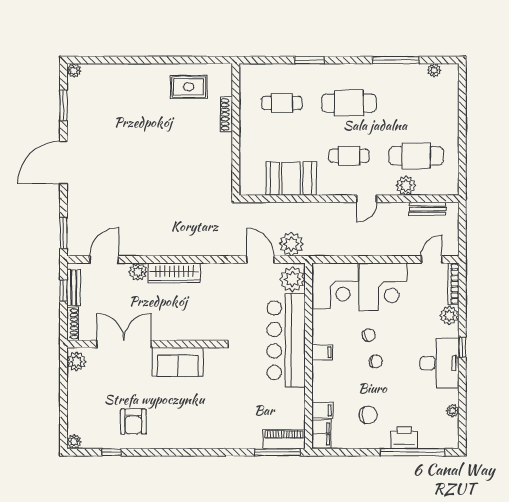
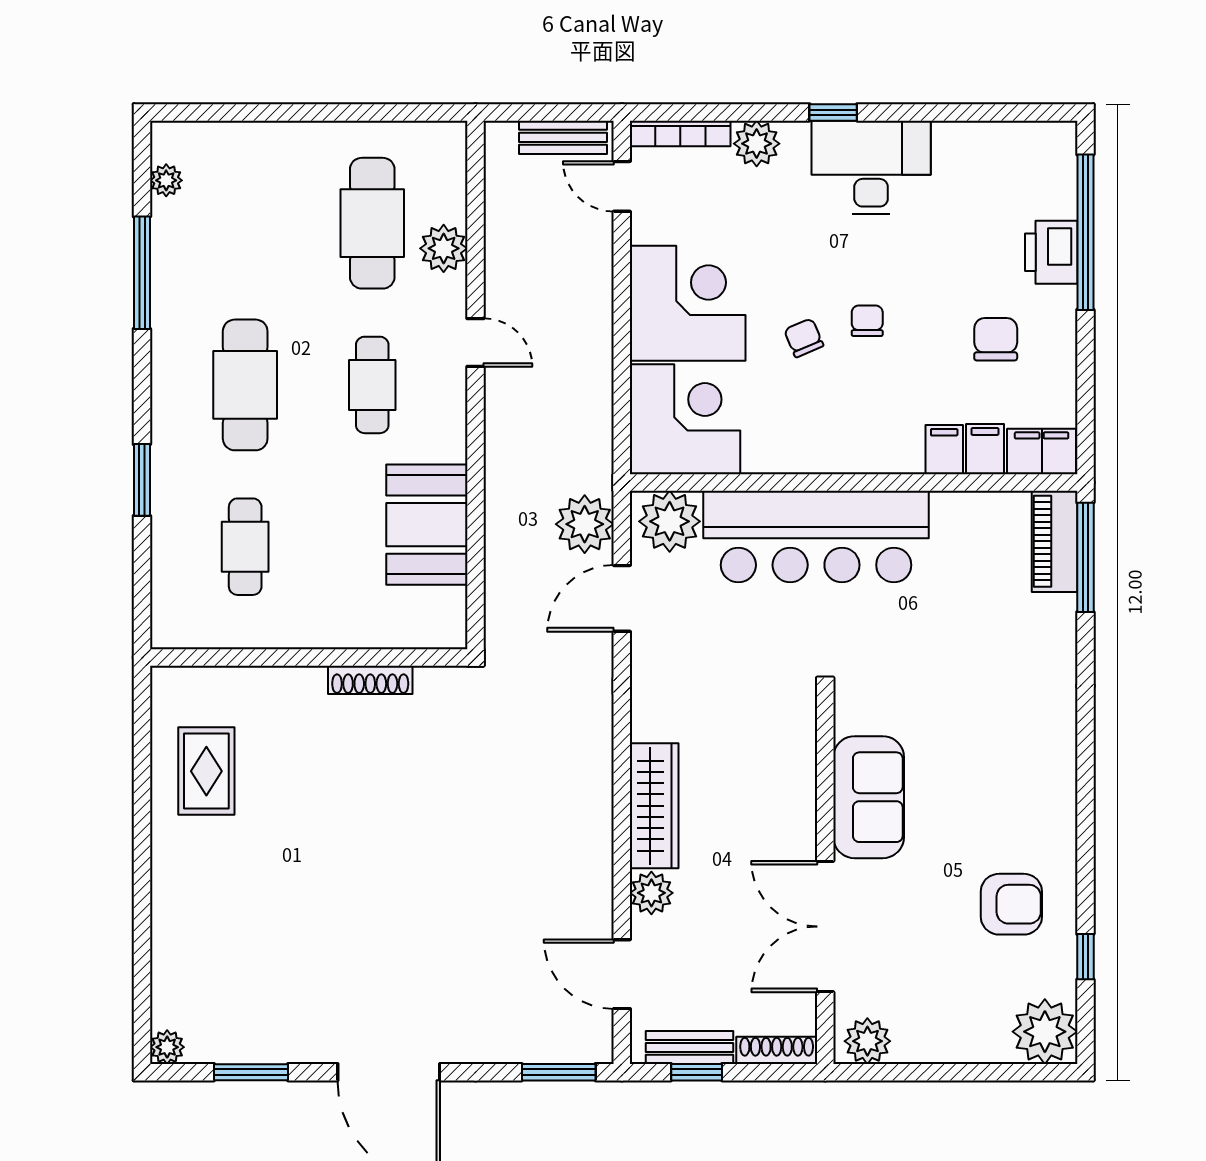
shoe rack: (227, 114) -> (370, 680), moved
bench: (427, 209) -> (563, 137), moved, turned 90
filing cabinet: (322, 352) -> (944, 450), moved
plant: (453, 411) -> (986, 136), removed
plant: (74, 442) -> (1045, 1032), width x1.88, depth x1.88

